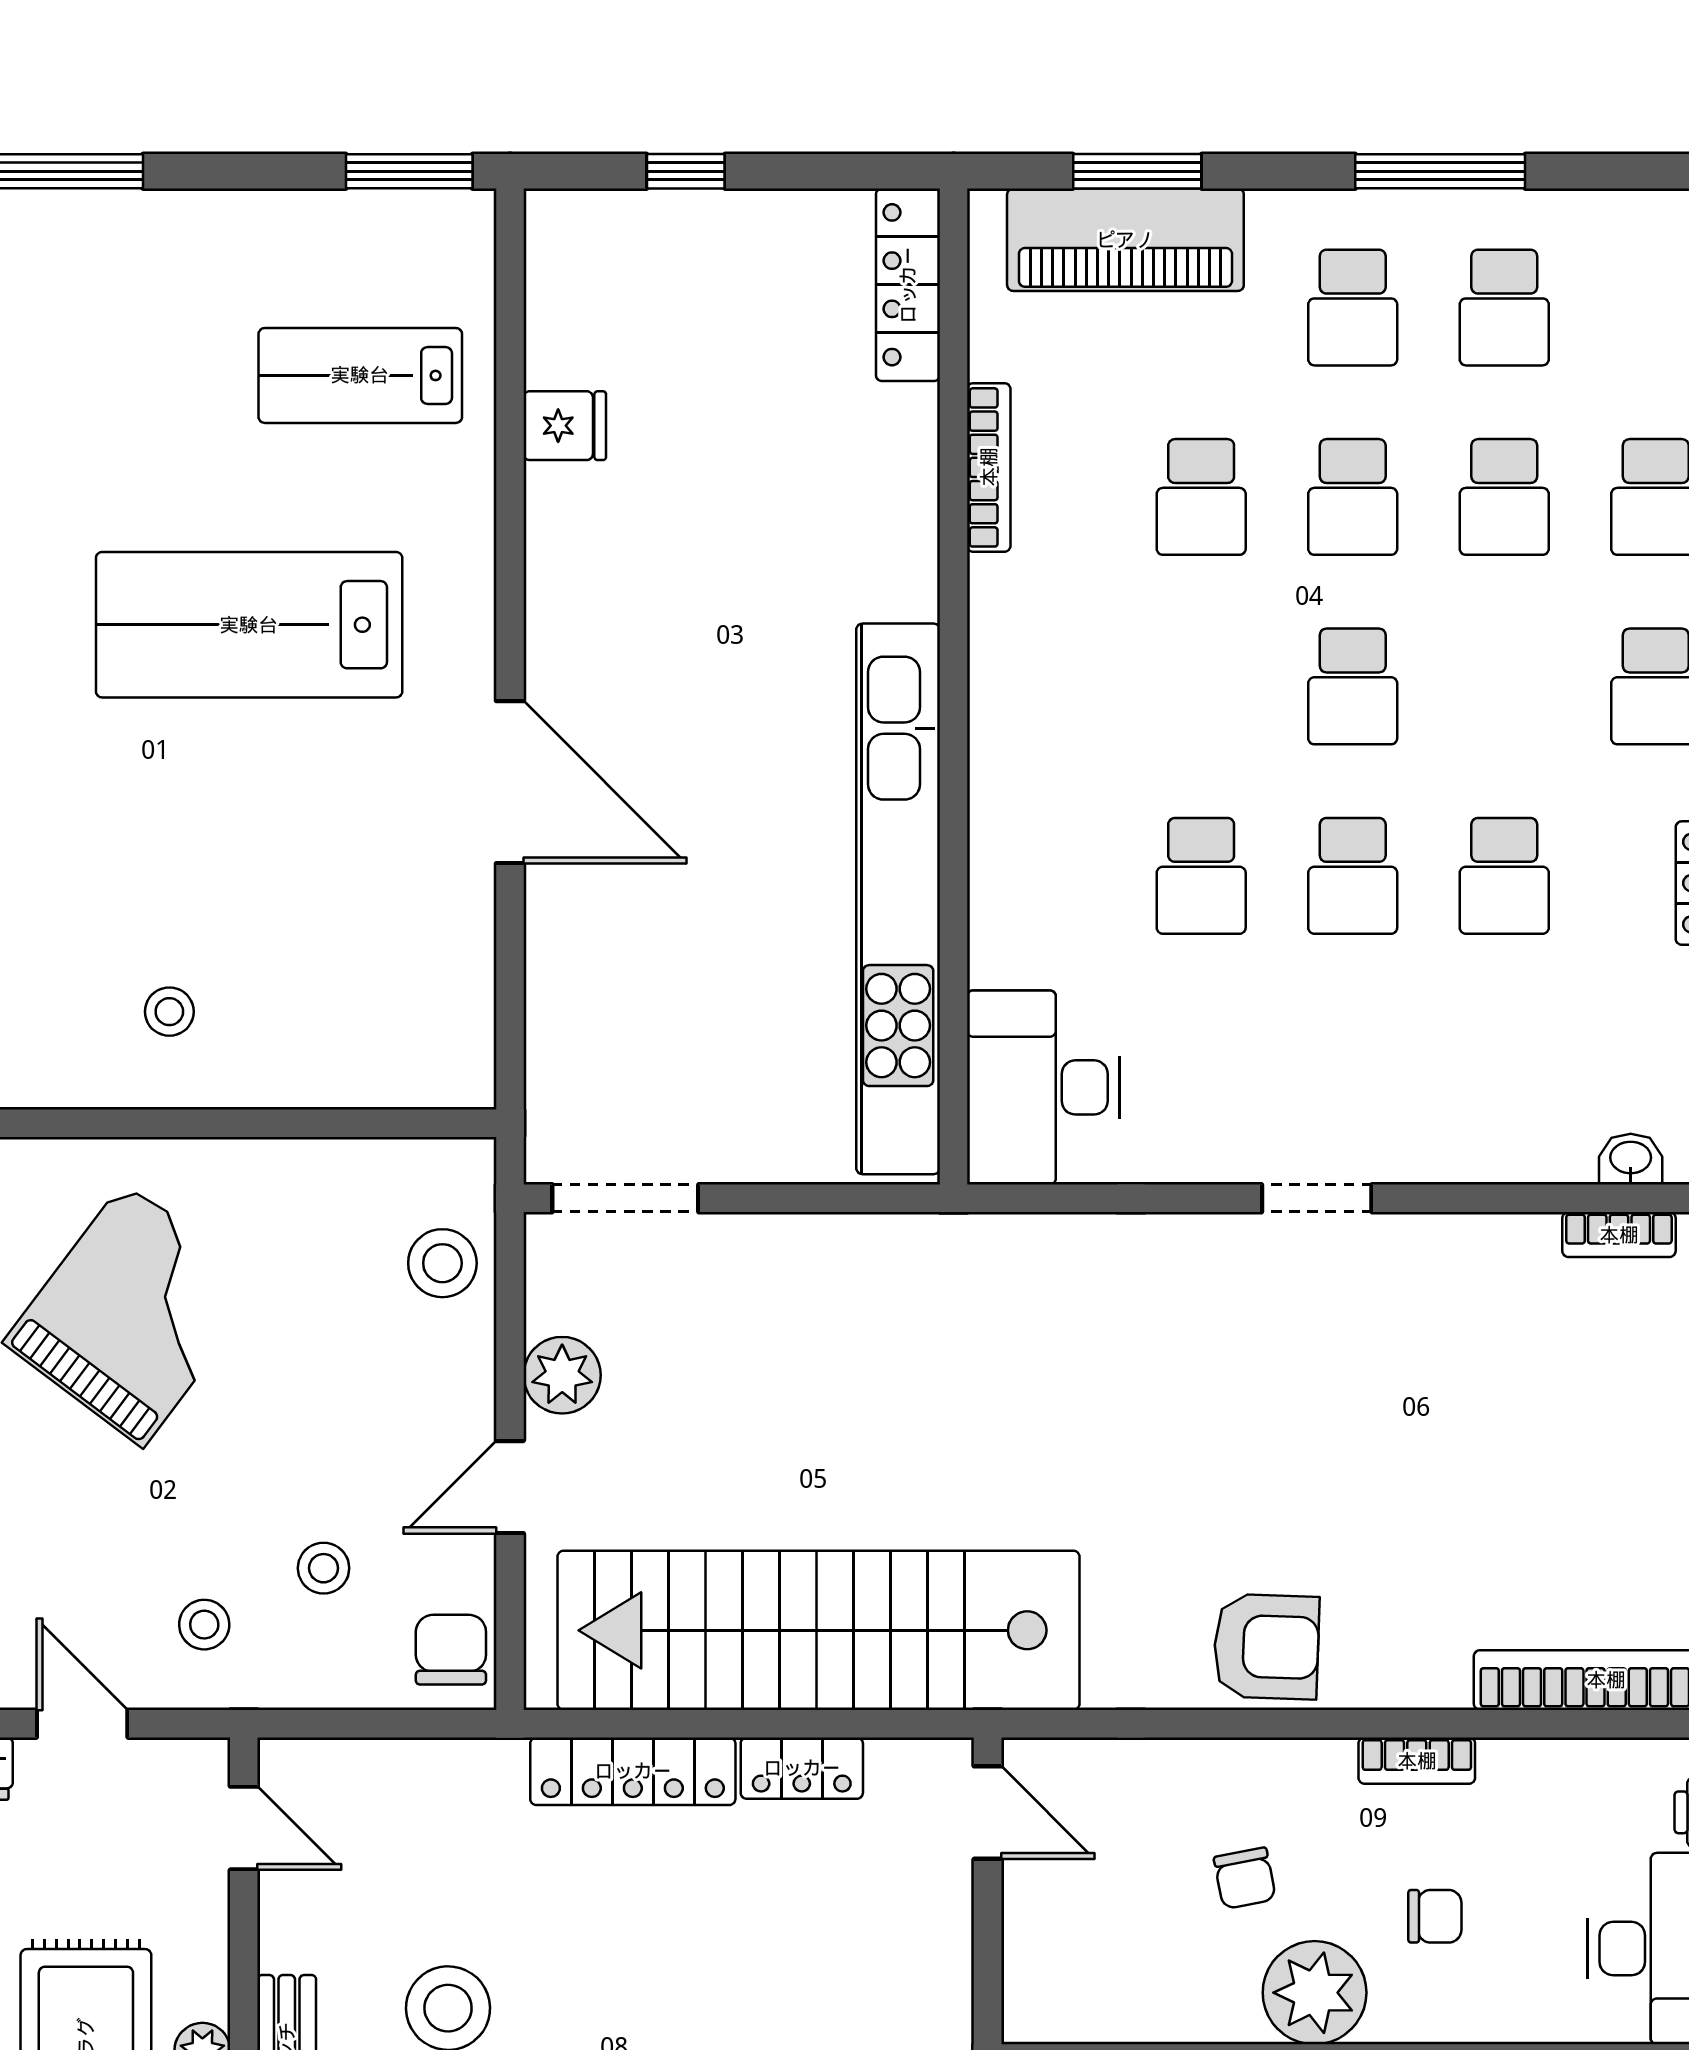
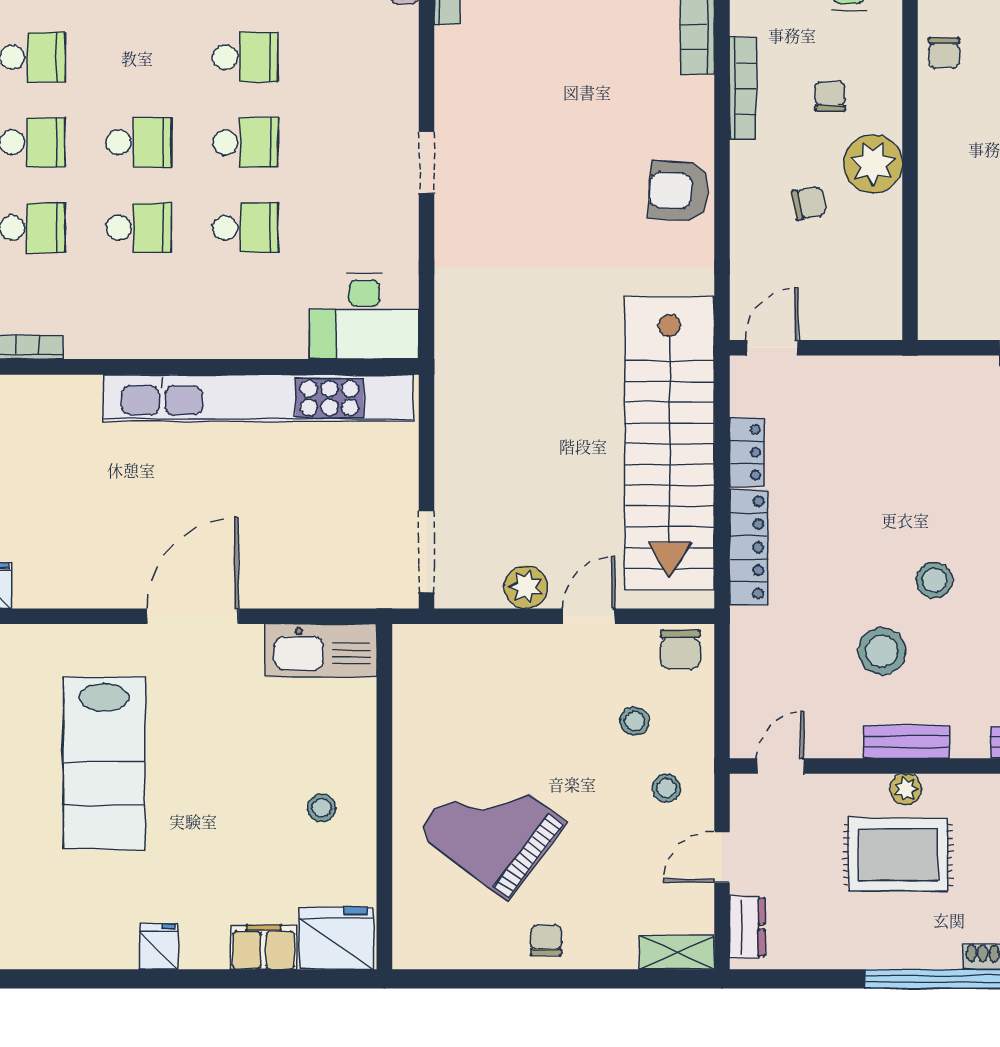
school desk: (1201, 686) -> (139, 228), added
kitchen sink: (449, 1011) -> (321, 651), added
stool: (442, 1263) -> (463, 654), removed
door: (510, 1487) -> (589, 616), swing flipped
armchair: (1266, 1647) -> (679, 191), turned -89
chair: (451, 1650) -> (680, 649), turned -90
bookcase: (1417, 1761) -> (743, 88), width x1.56

